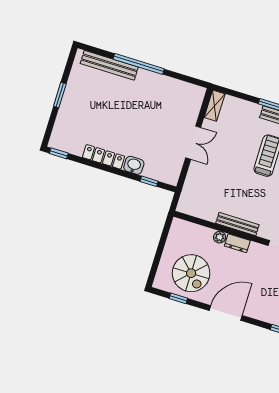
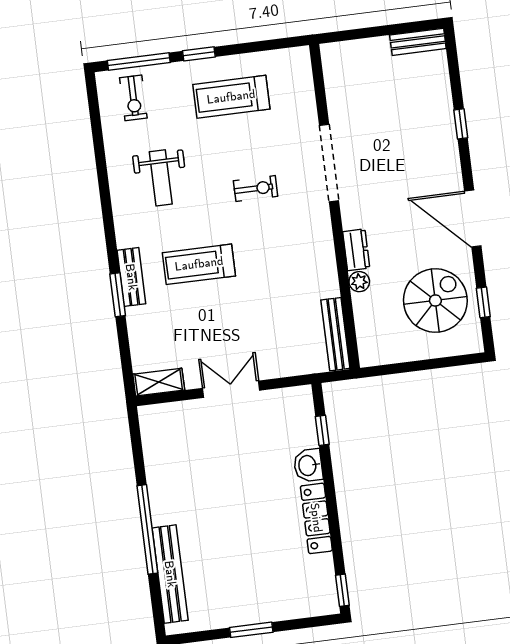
bench: (237, 224) -> (335, 334), moved

